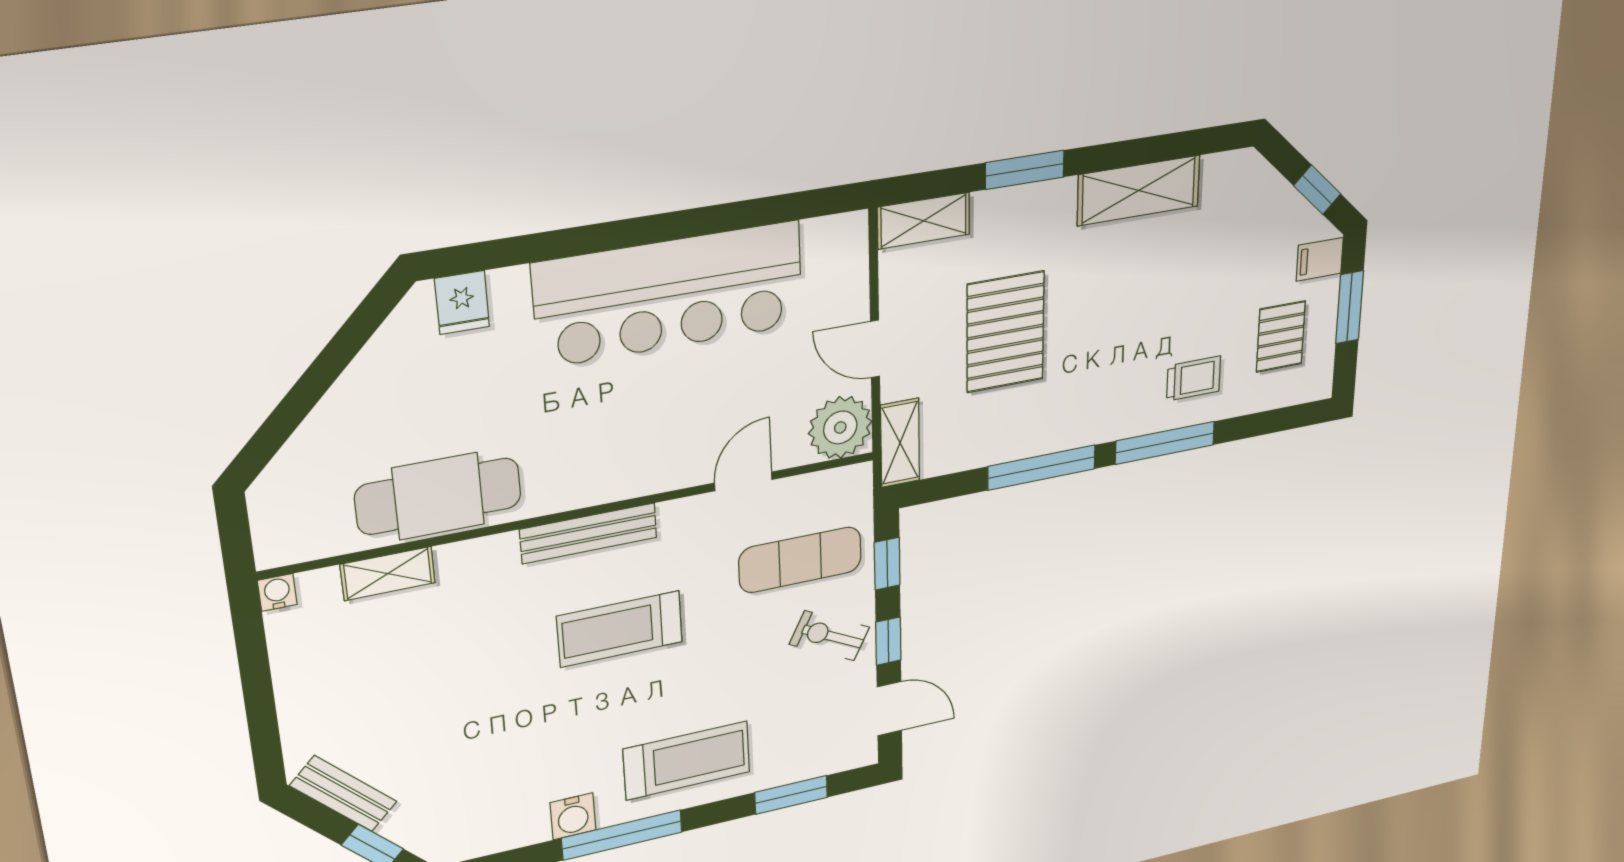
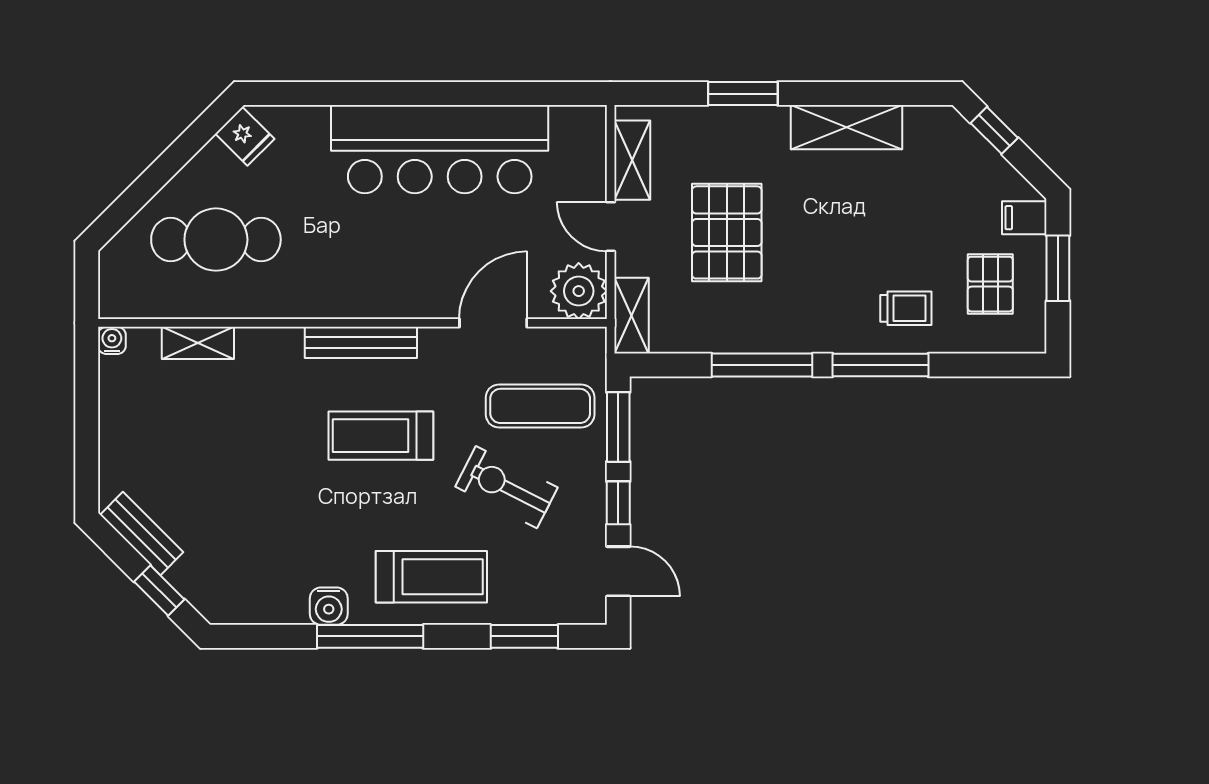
window: (1317, 190) -> (994, 130), moved
shelving: (924, 221) -> (632, 160), moved, turned 90
fridge: (462, 303) -> (245, 136), moved, turned -45
door: (743, 481) -> (493, 323), width x1.38
cafe table: (438, 496) -> (216, 240), moved
window: (887, 564) -> (618, 427), width x1.50
exercise bike: (829, 636) -> (506, 487), moved, width x1.38, depth x1.39

